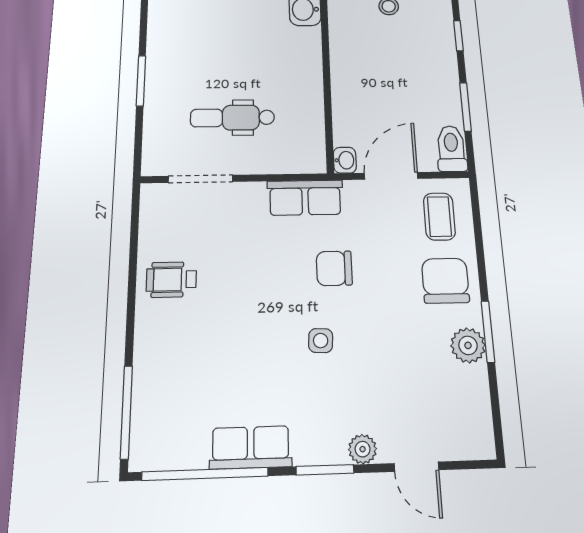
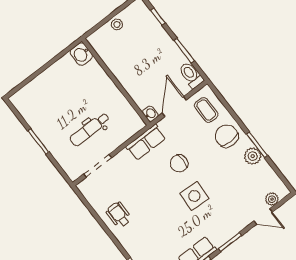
wheelchair: (171, 280) -> (119, 215), turned 90
side table: (321, 341) -> (194, 196), width x1.87, depth x1.87
plant: (363, 449) -> (272, 199), moved

